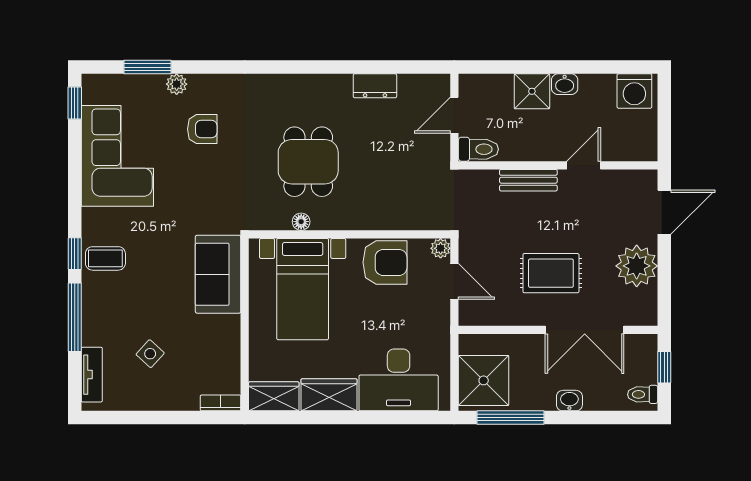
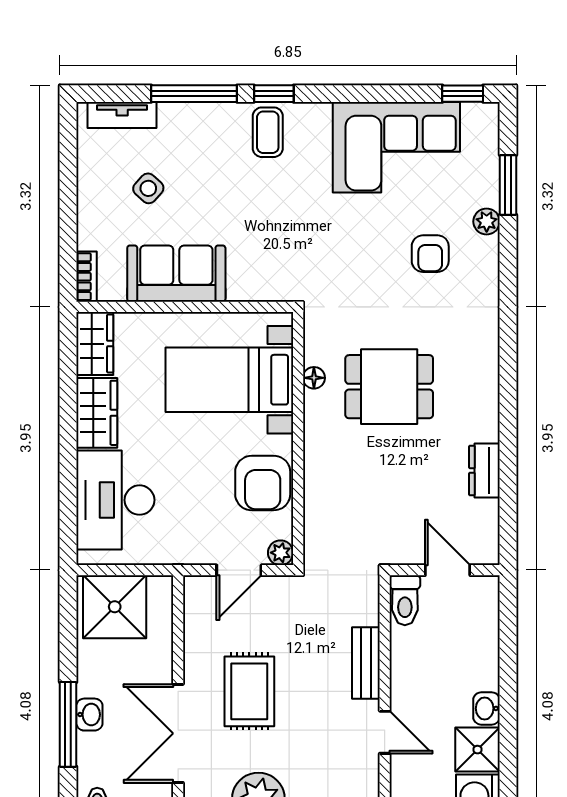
shower: (532, 91) -> (478, 750), moved
sofa: (218, 274) -> (176, 274), moved
window: (511, 418) -> (68, 724), moved

